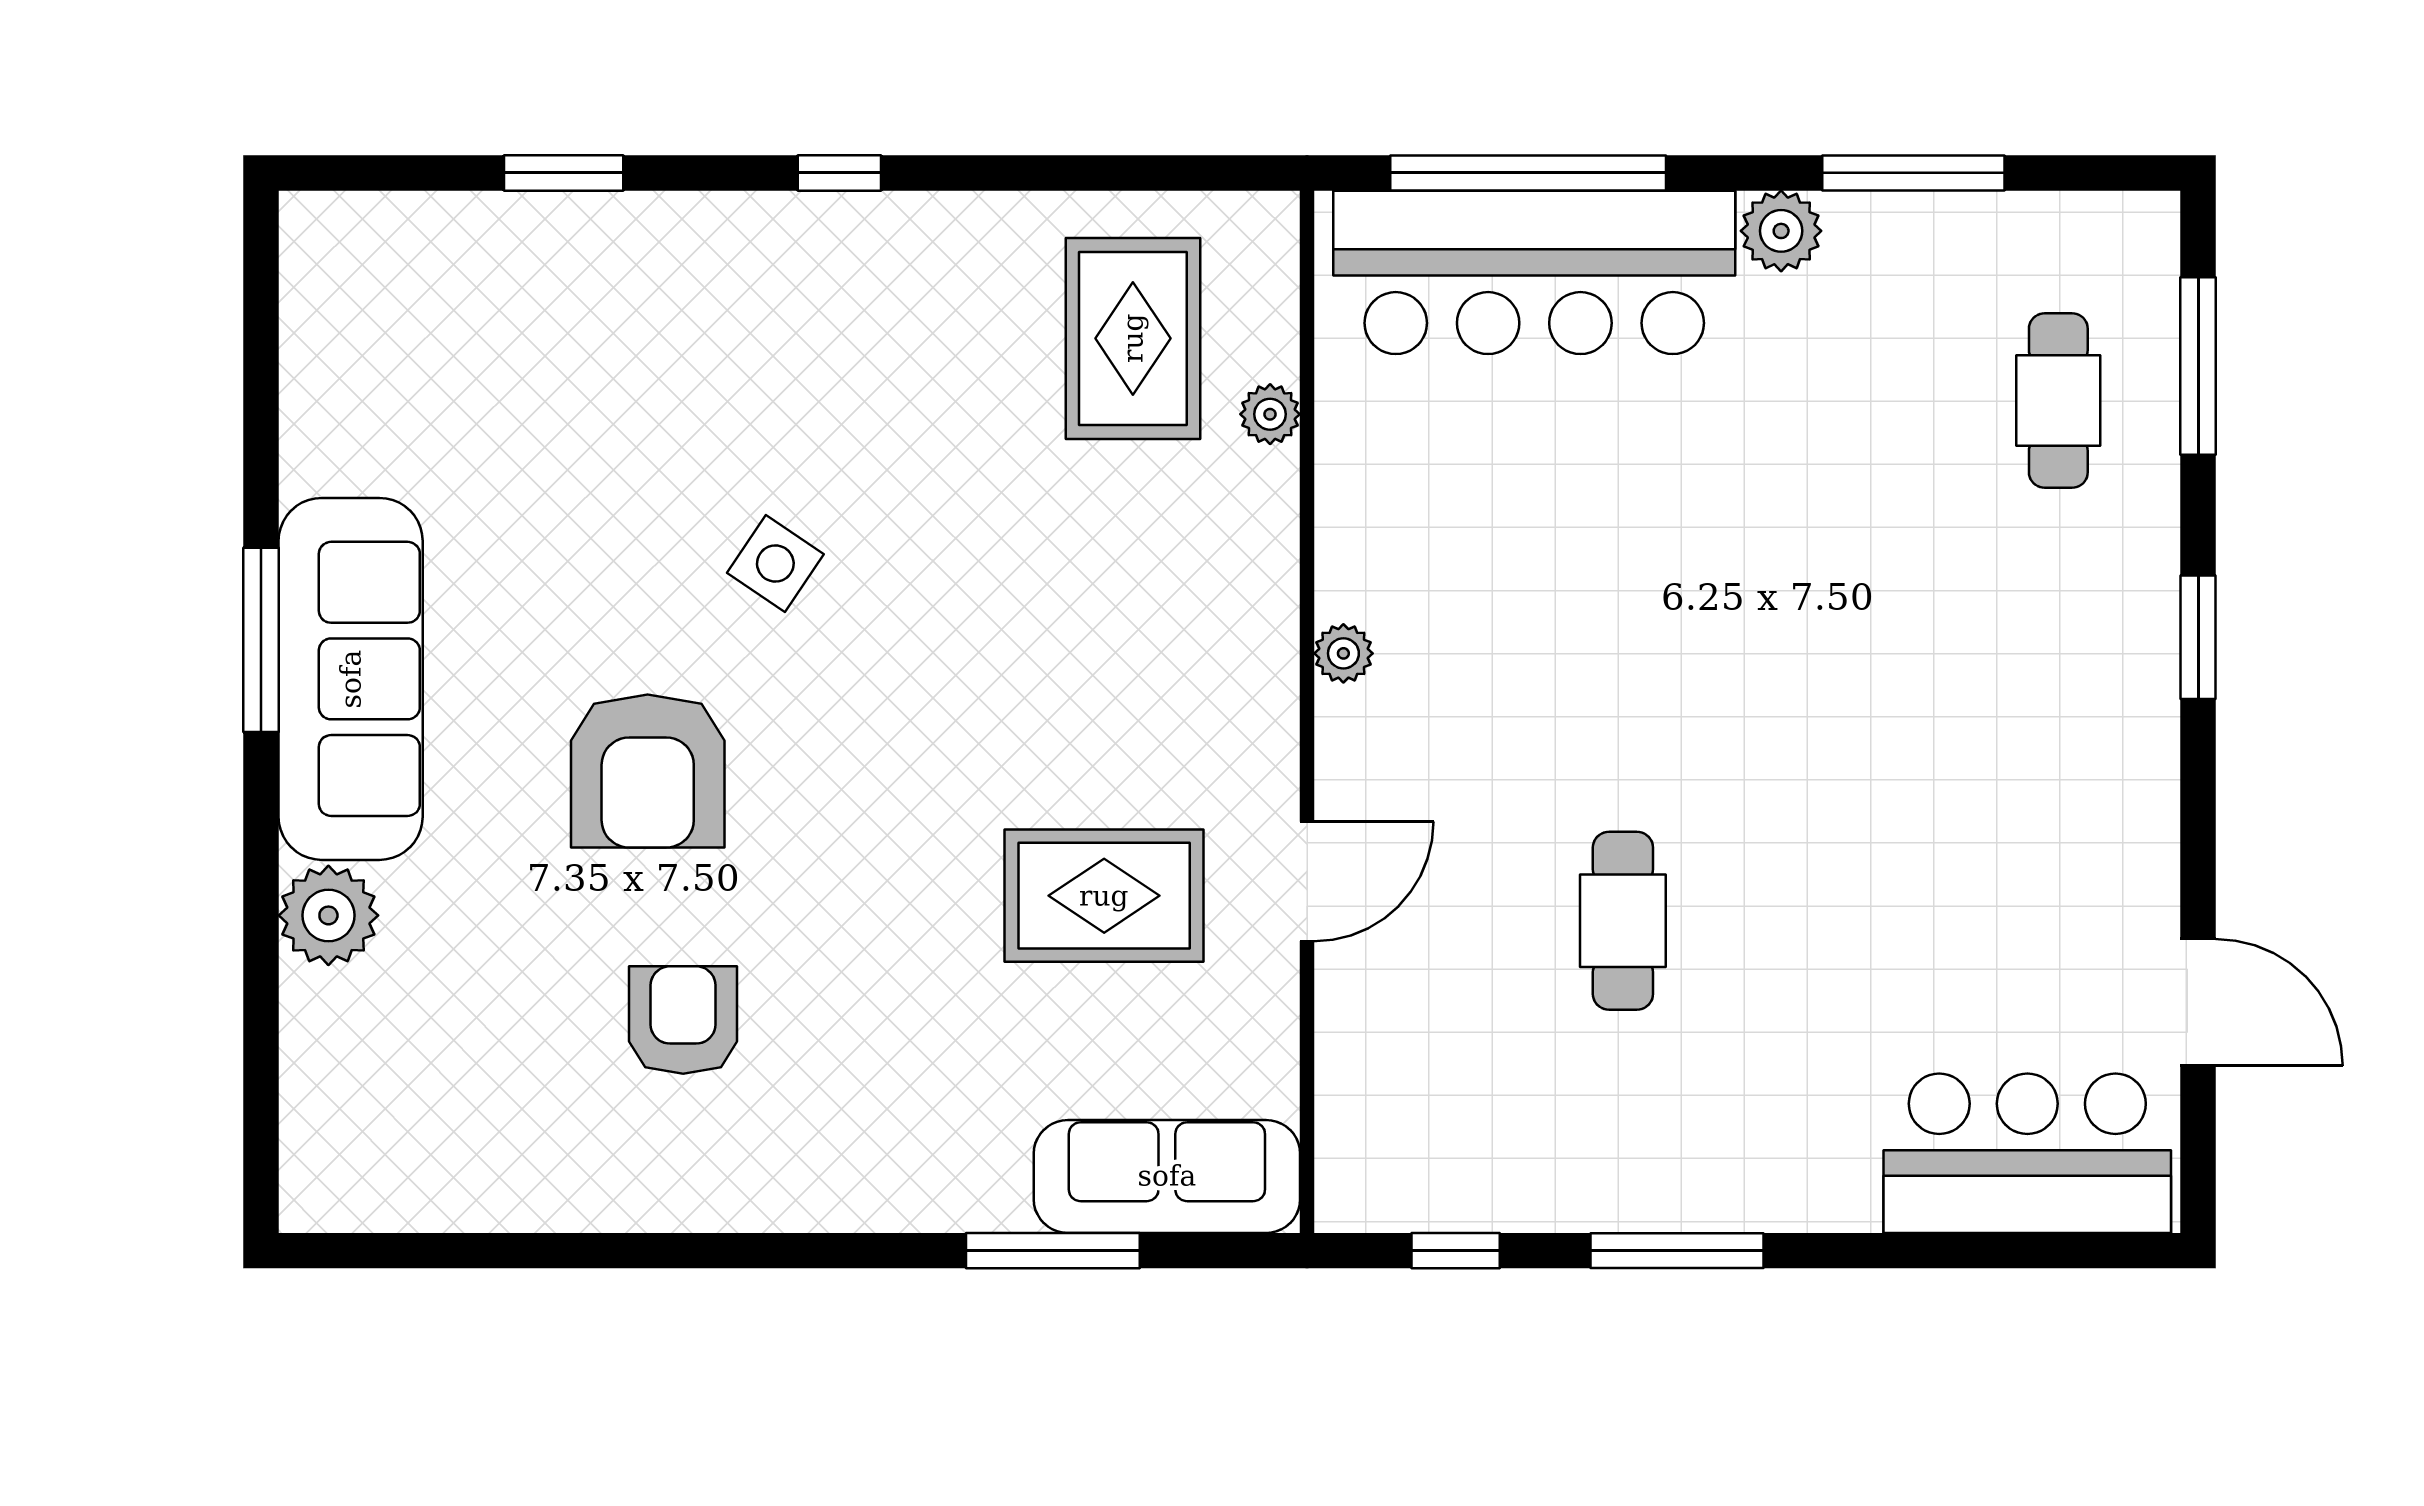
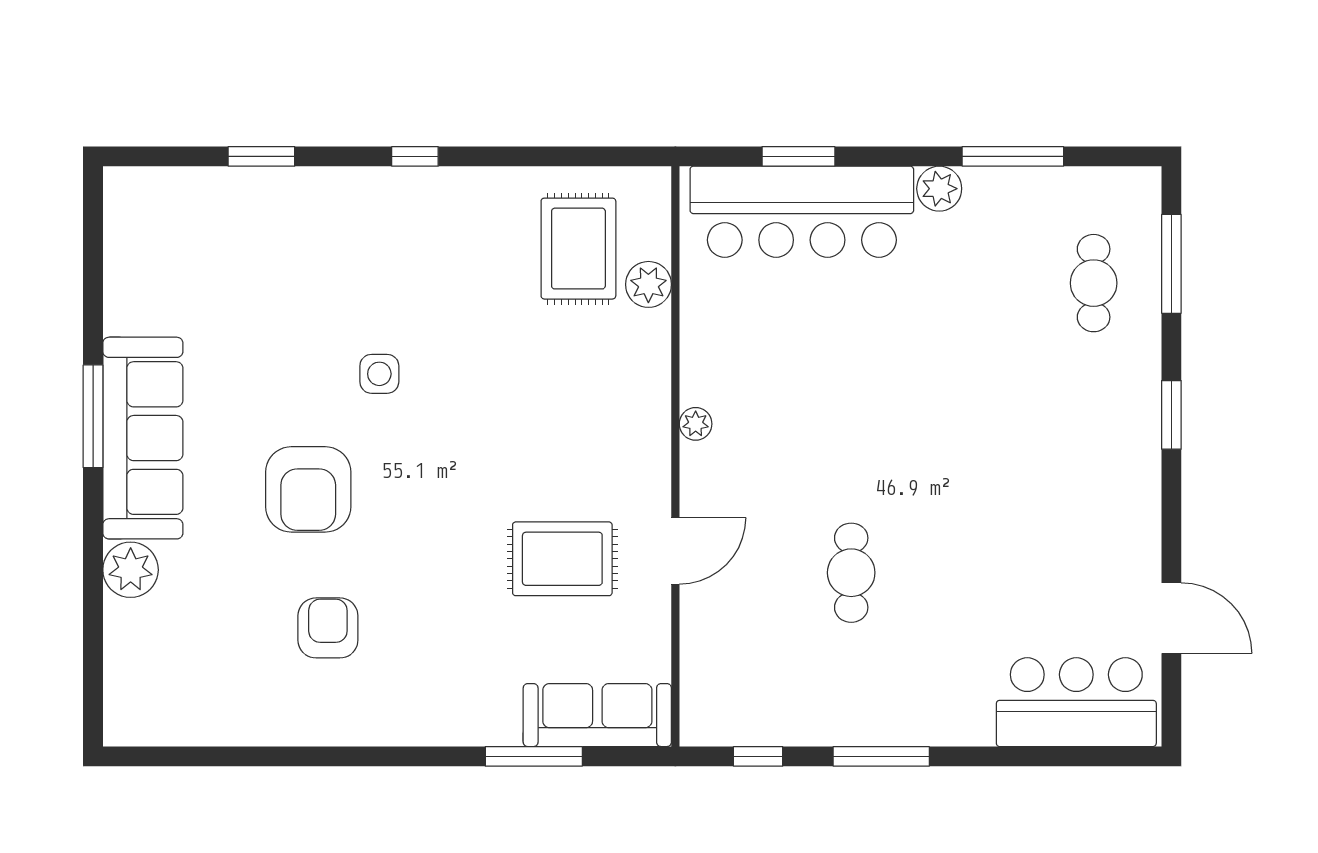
window: (1528, 173) -> (798, 156), width x0.47
plant: (1270, 414) -> (648, 284), width x1.38, depth x1.38
side table: (775, 564) -> (379, 374), turned -34

